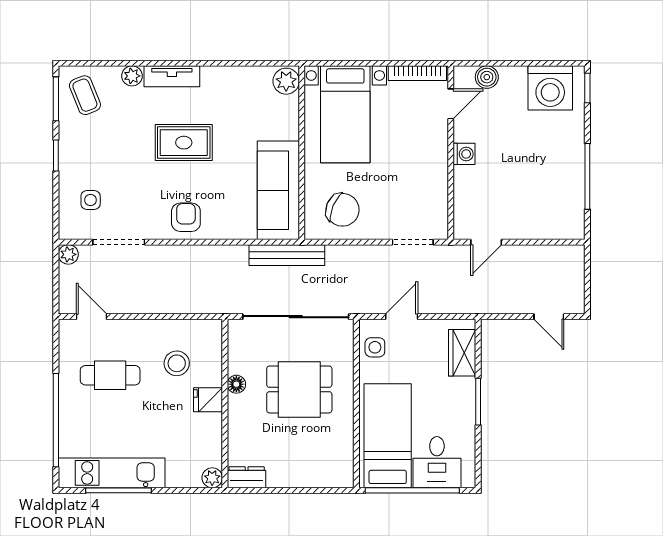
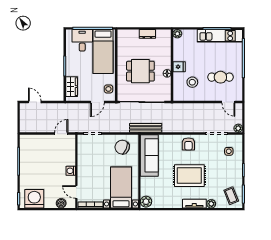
door: (451, 104) -> (76, 192), hinge flipped
rug: (184, 143) -> (189, 176), width x1.36, depth x1.43
dresser: (247, 477) -> (147, 34), moved

